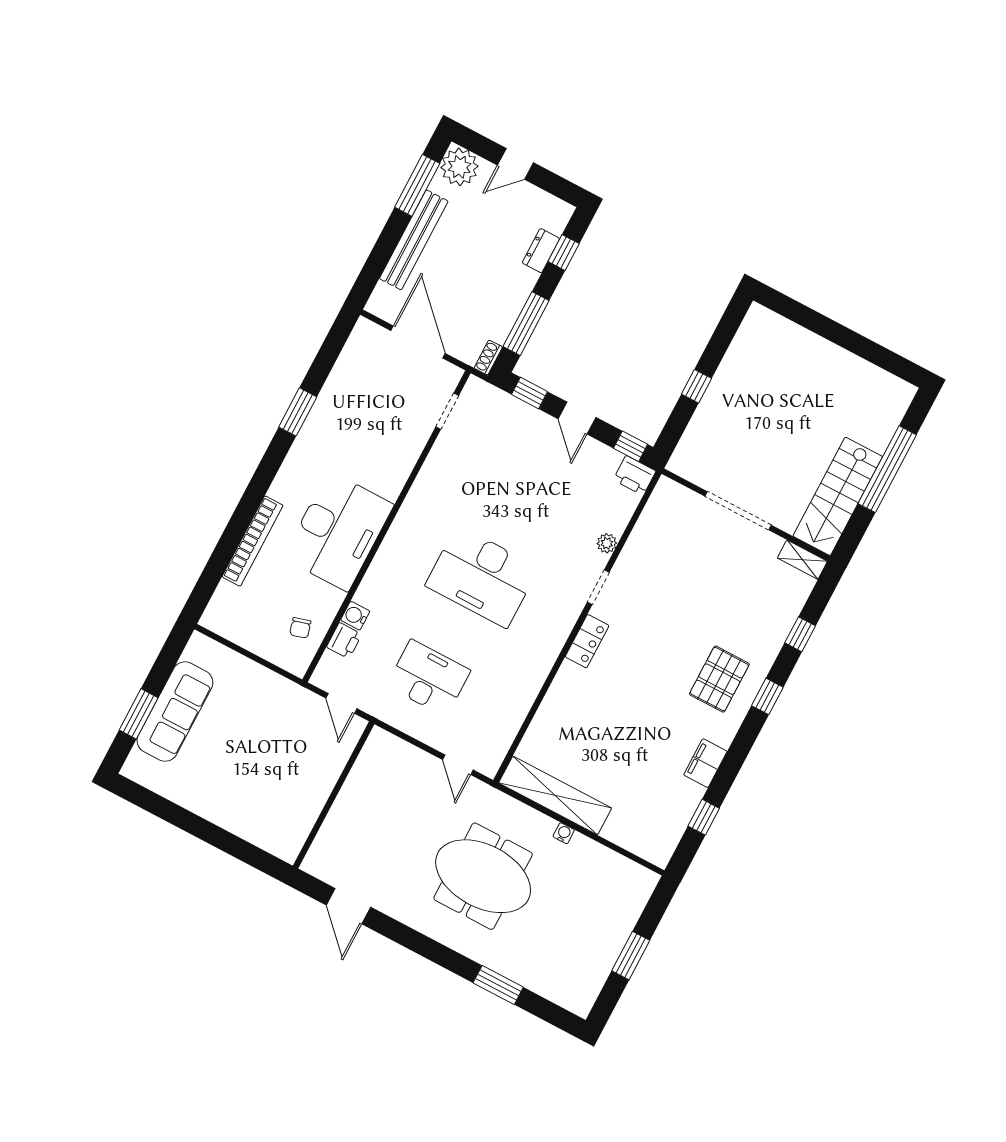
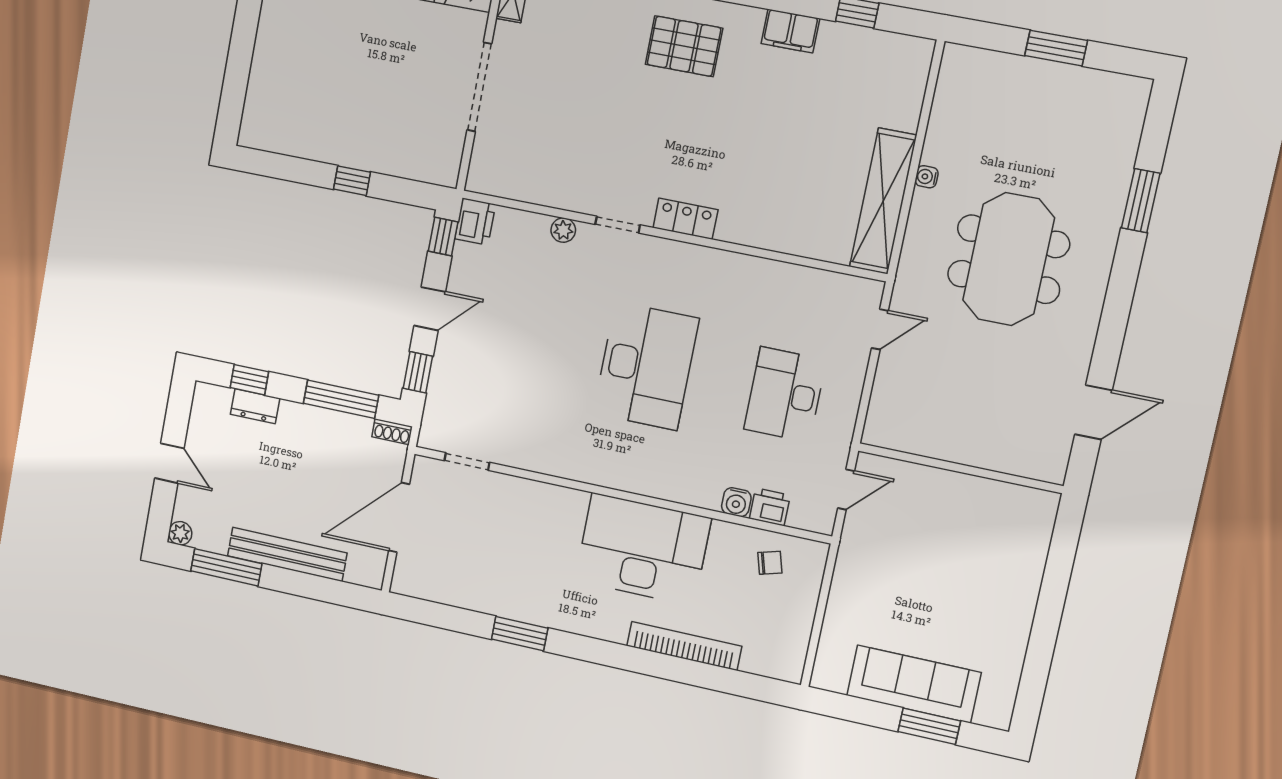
plant: (459, 167) -> (180, 533), width x0.53, depth x0.53

